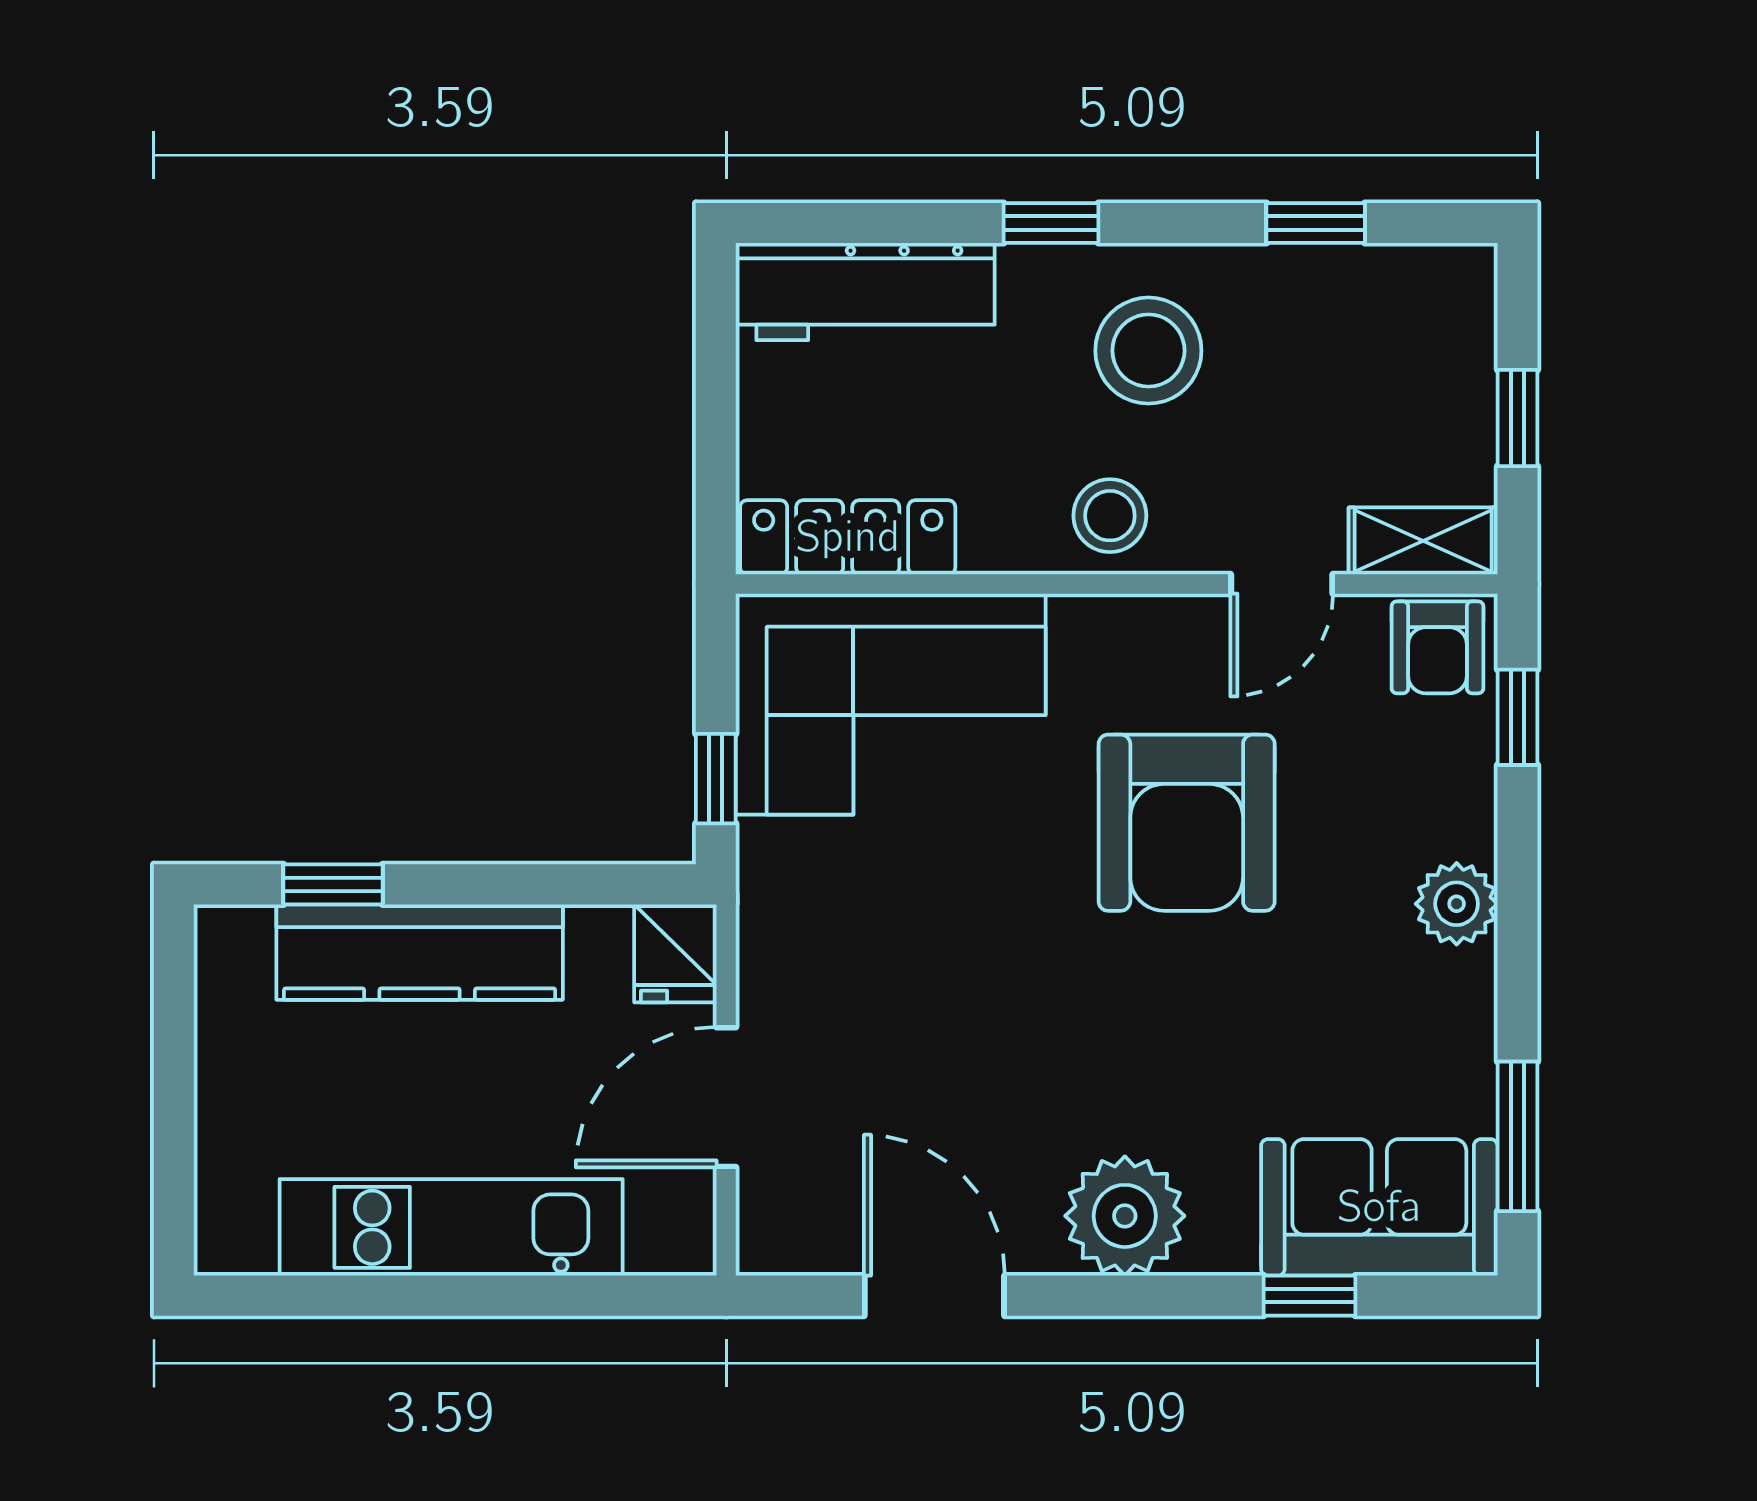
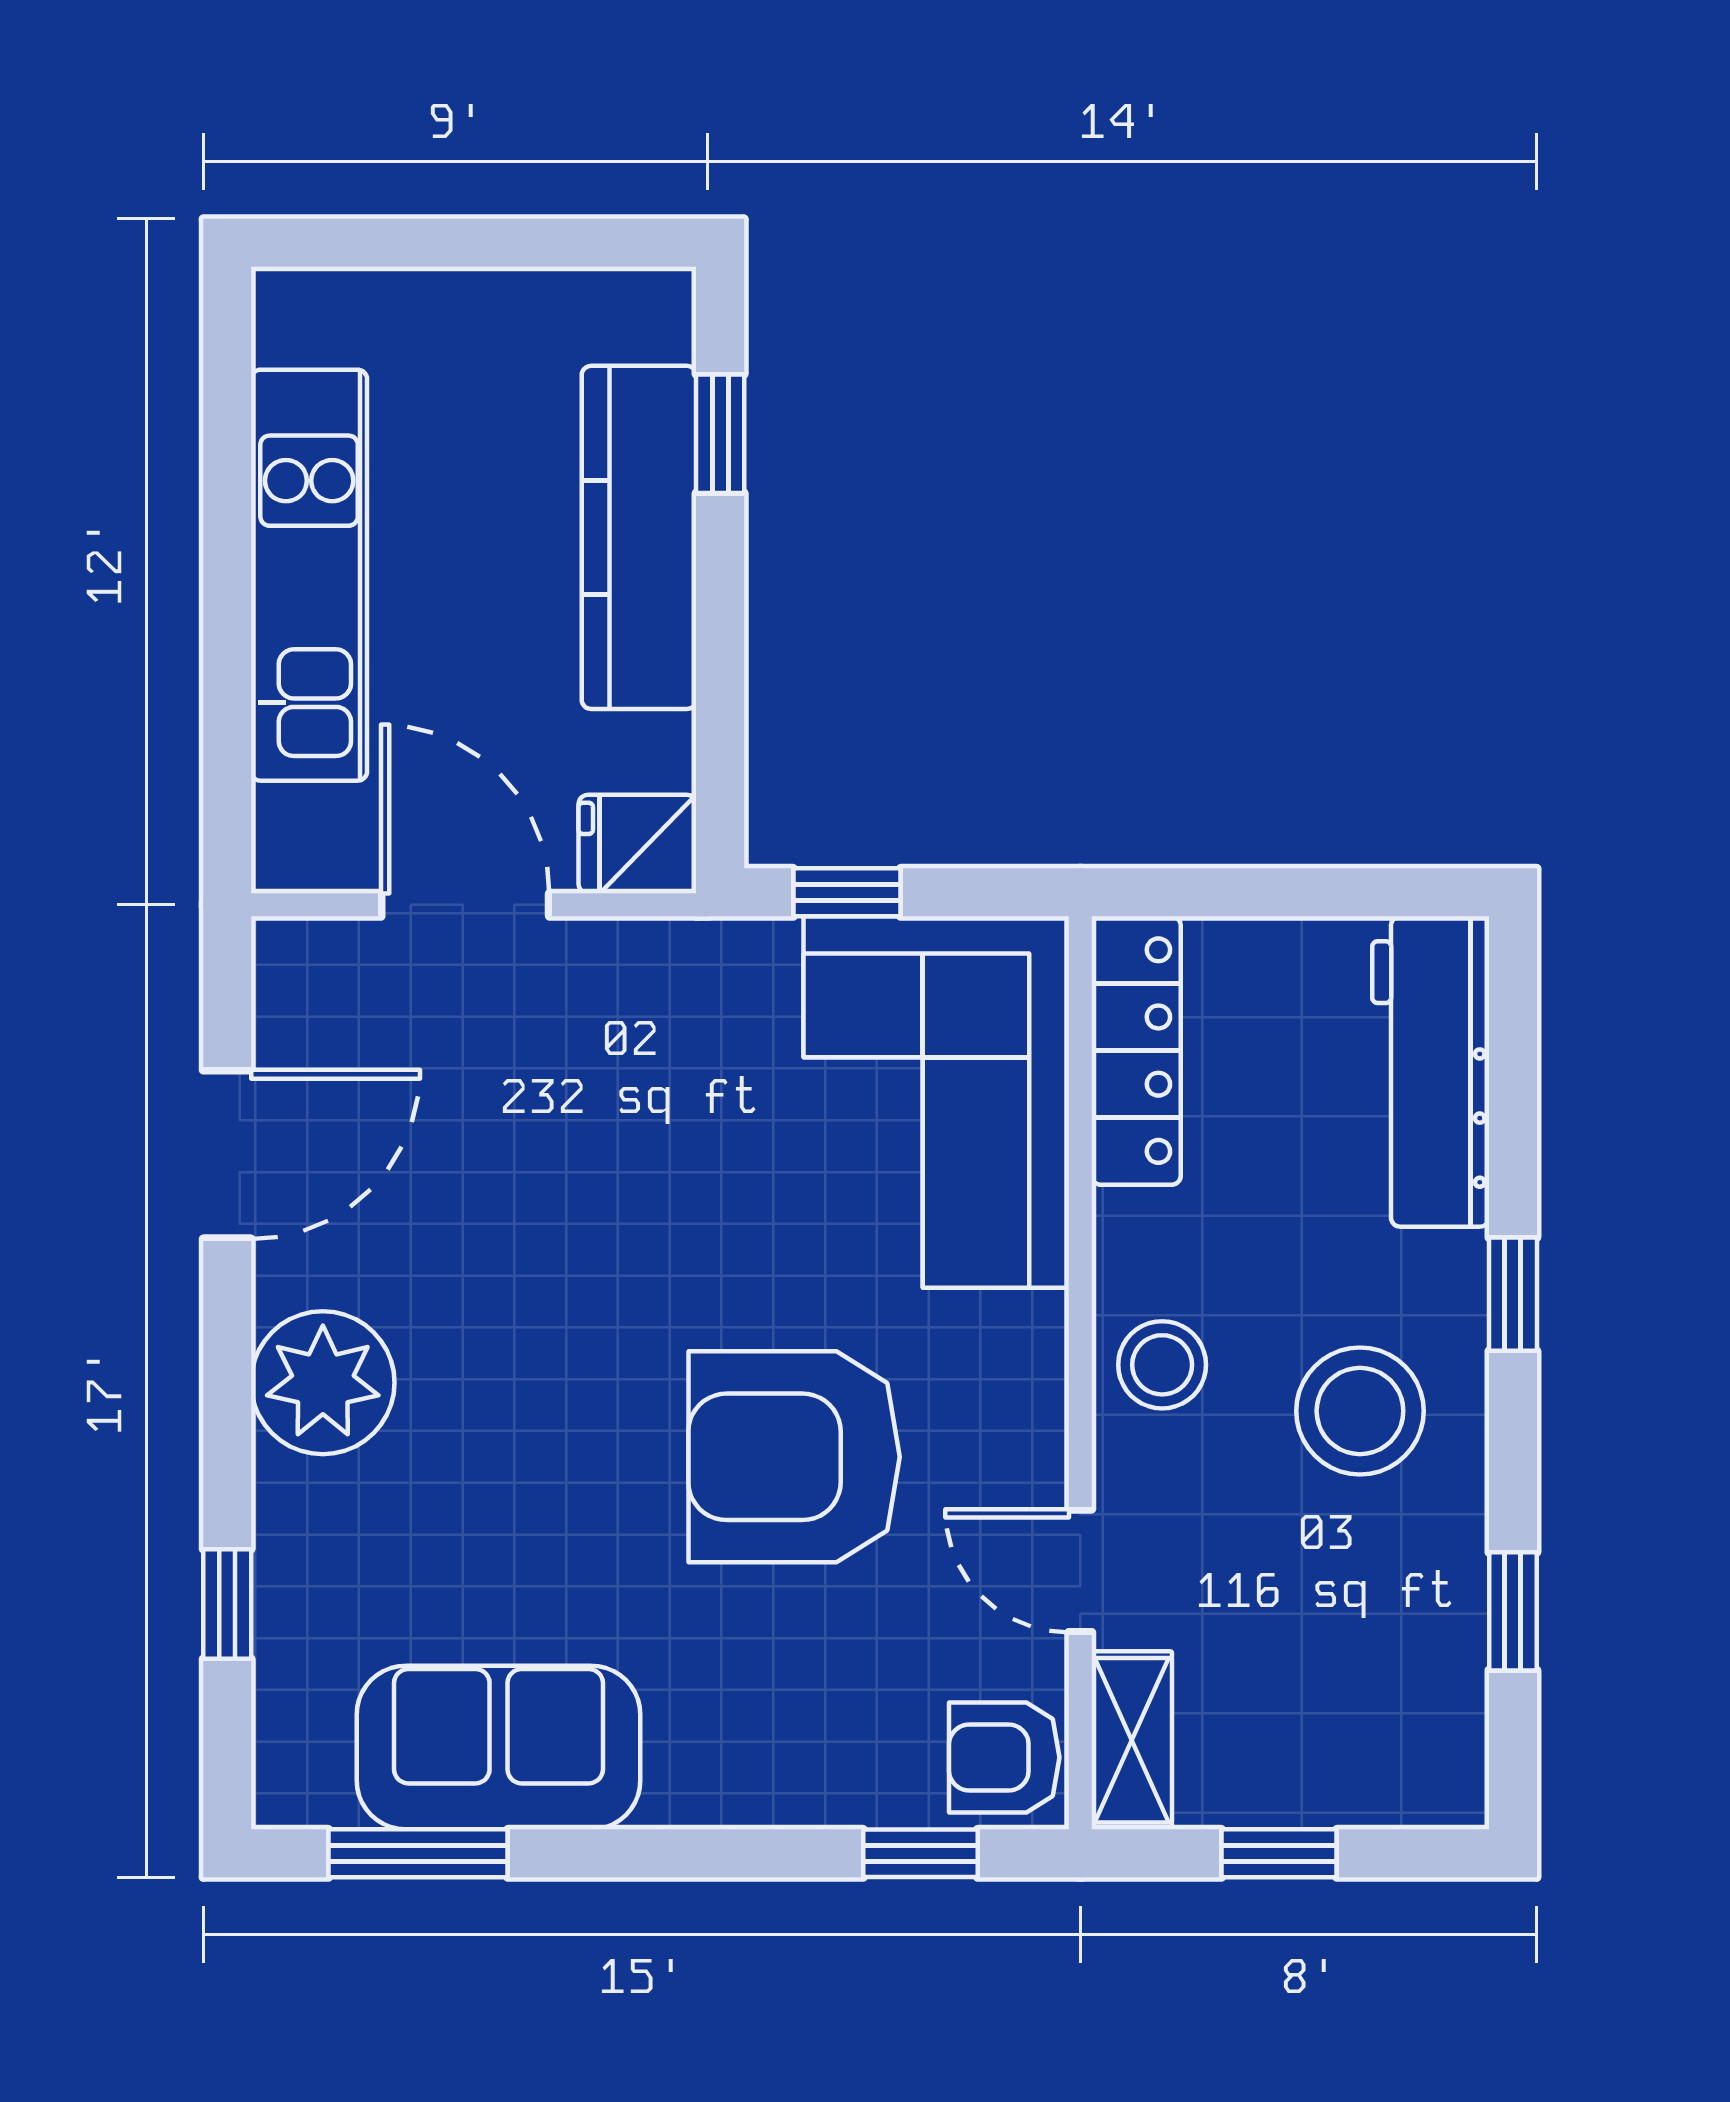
plant: (1457, 904) -> (697, 1780), removed
sofa: (1379, 1207) -> (499, 1747), moved, turned -90

